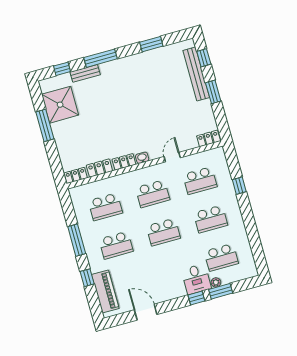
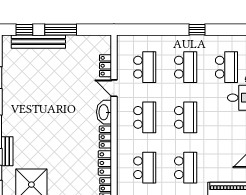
window: (213, 92) -> (61, 30), width x1.44
locker: (209, 138) -> (105, 66), moved
washbasin: (142, 158) -> (104, 112), width x1.91, depth x1.45
window: (239, 186) -> (197, 30), moved

